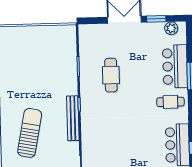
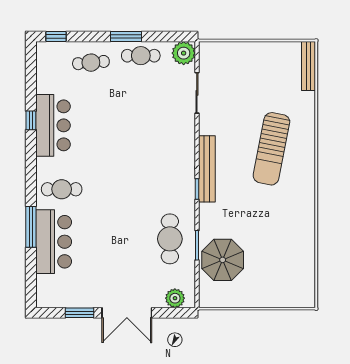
plant: (171, 28) -> (175, 298), moved
parasol: (61, 57) -> (223, 260), added
cafe table: (111, 75) -> (170, 239), moved

